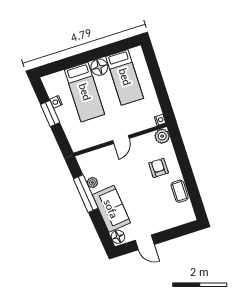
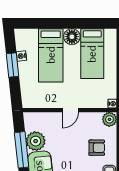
armchair: (159, 168) -> (97, 148), turned 90
plant: (92, 182) -> (36, 141), width x1.87, depth x1.87

